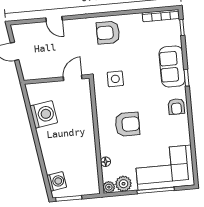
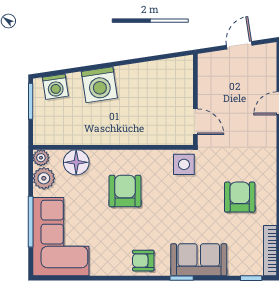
armchair: (108, 33) -> (240, 197), moved
side table: (115, 79) -> (184, 164), moved
washing machine: (44, 114) -> (99, 85), moved
armchair: (127, 124) -> (125, 191), turned 180
floor lamp: (106, 162) -> (76, 162), width x1.89, depth x1.89

